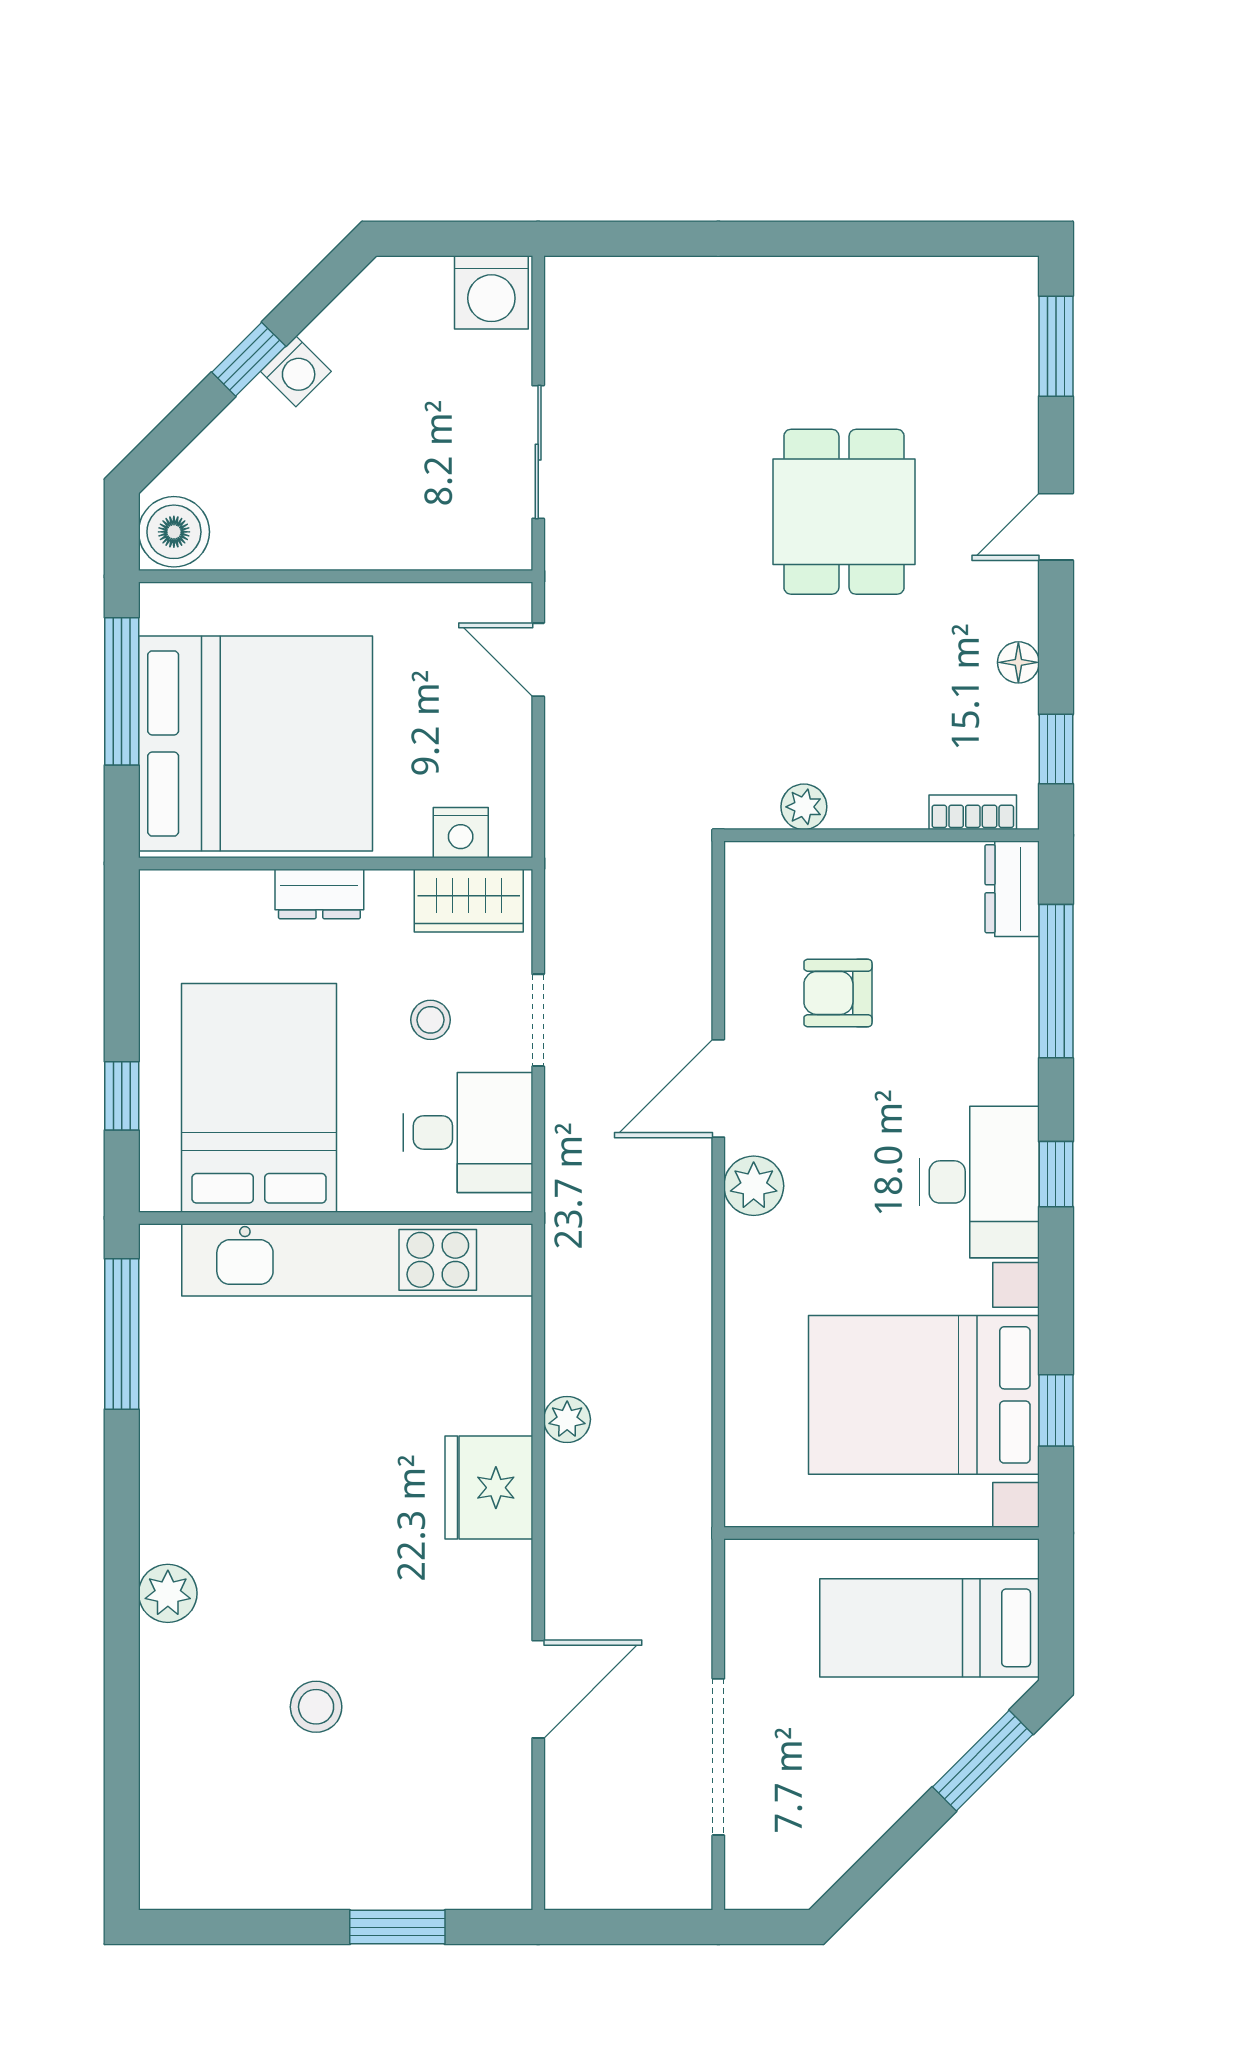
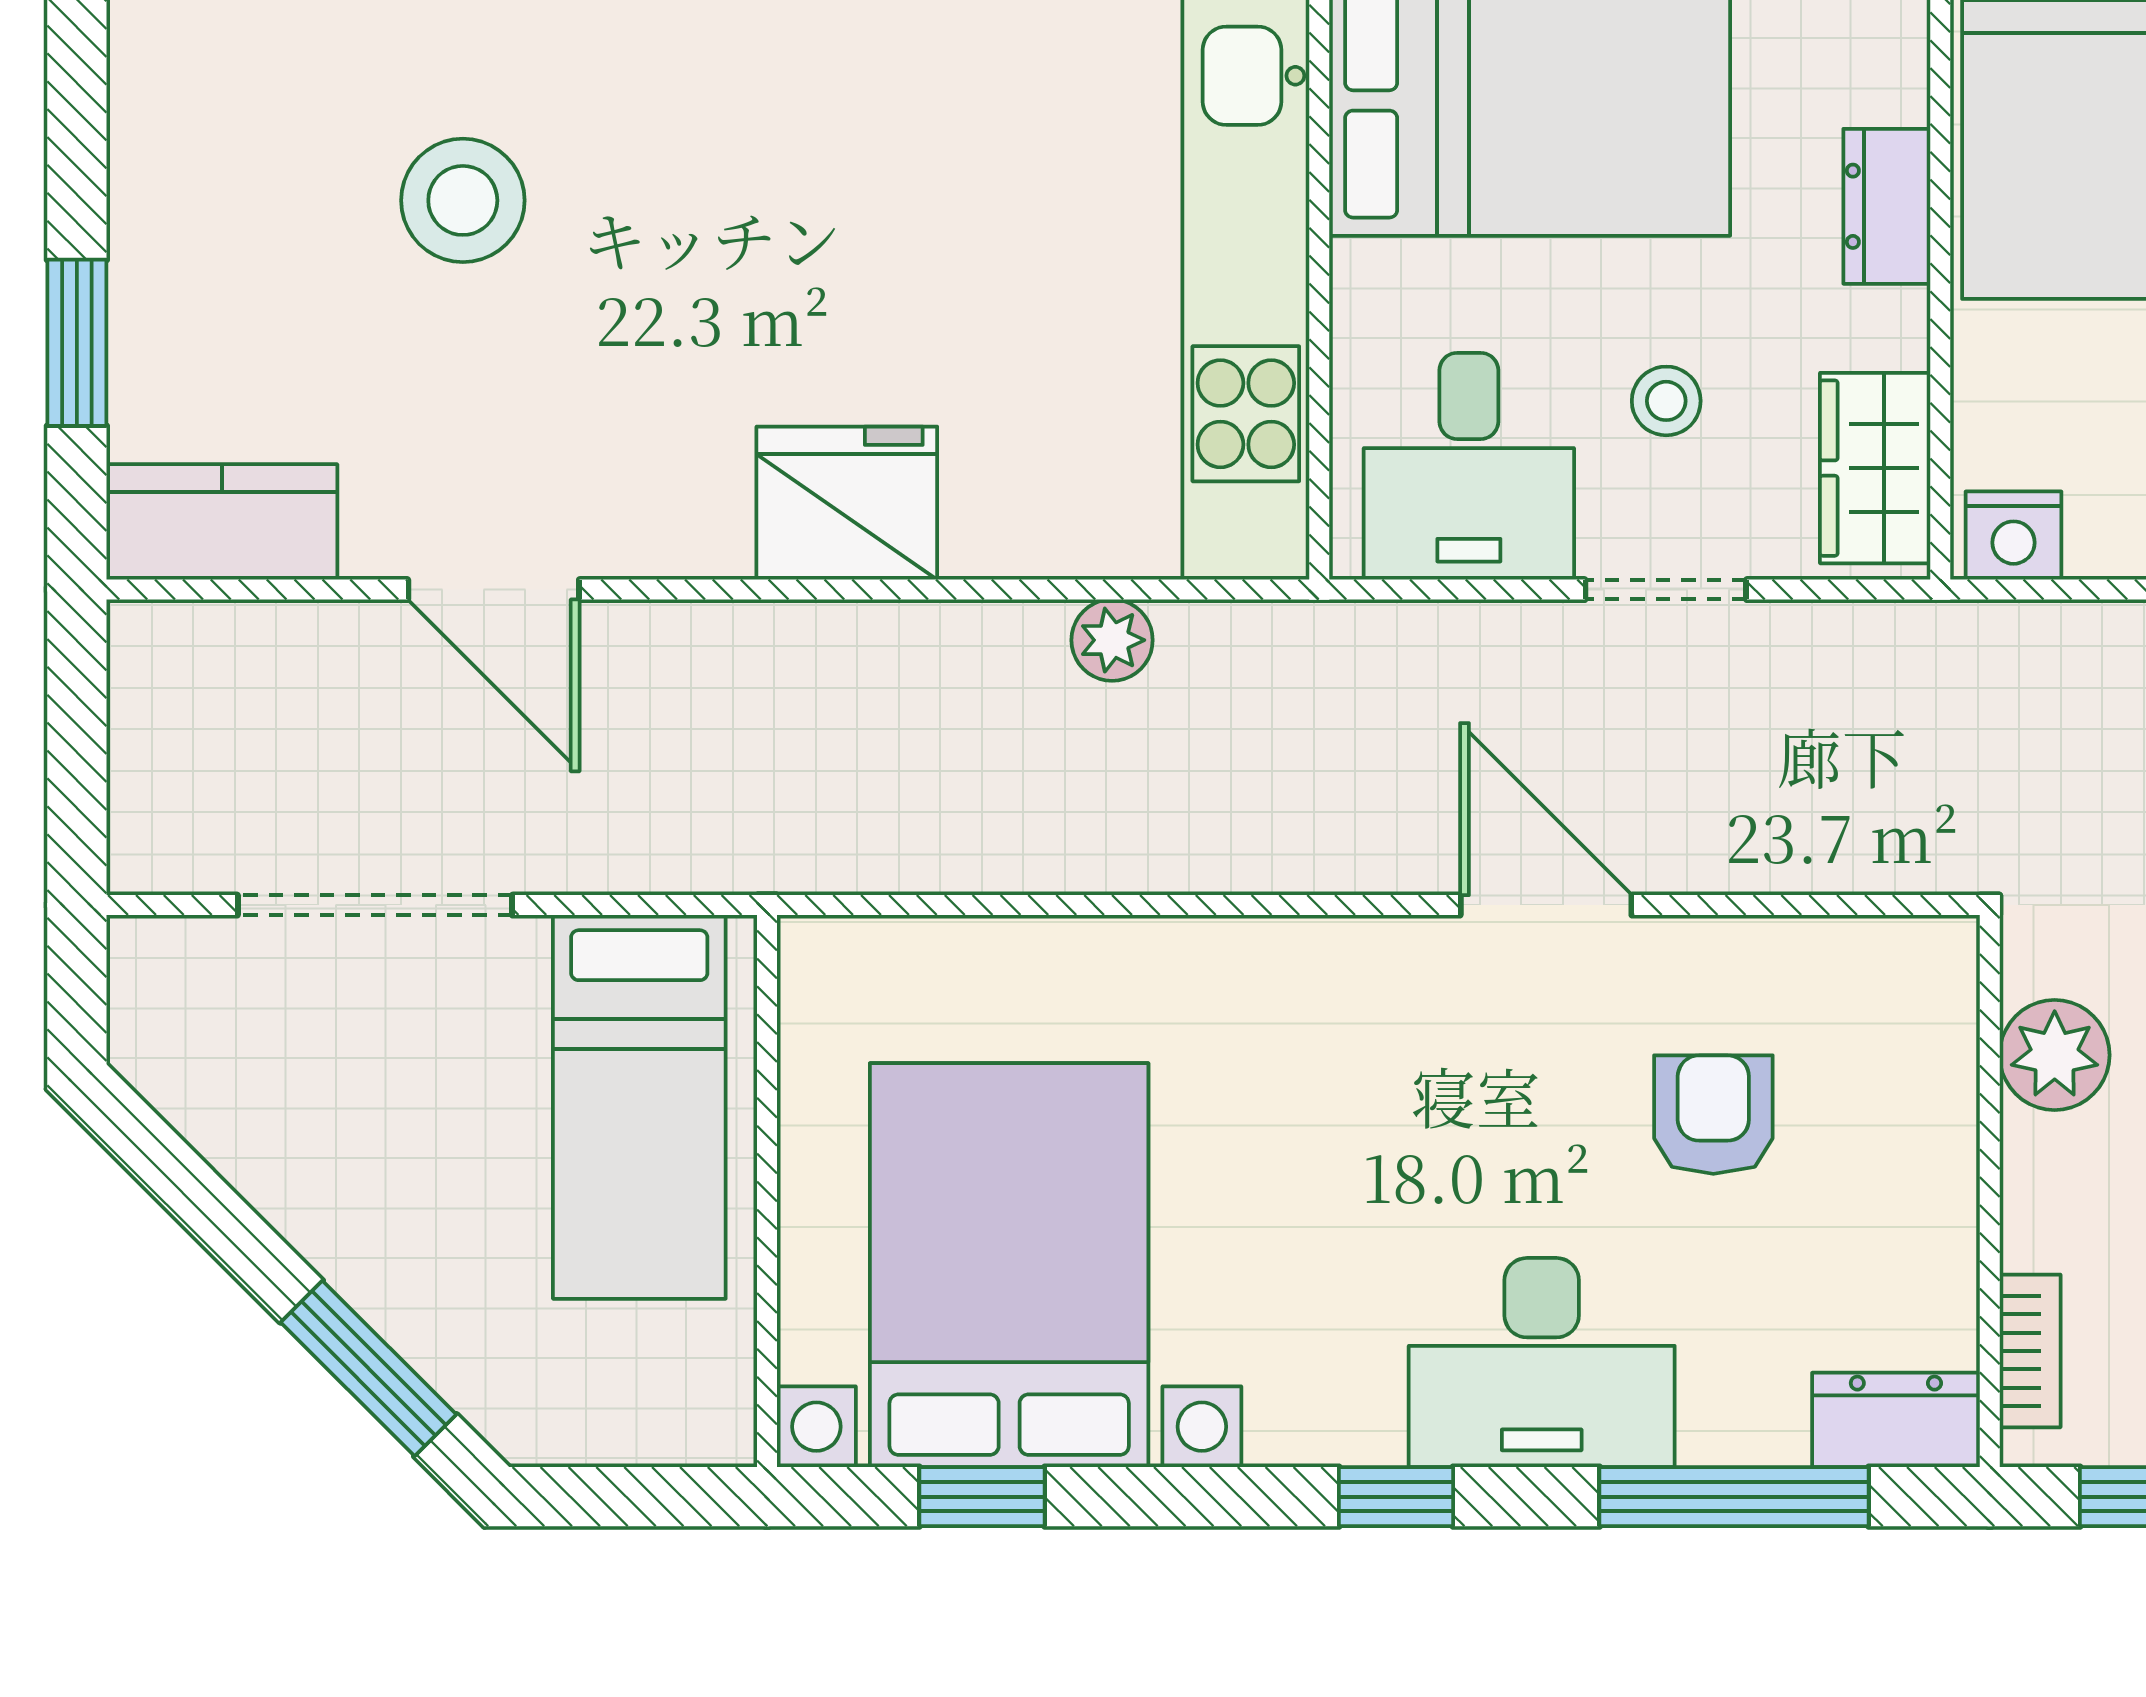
plant: (804, 807) -> (2055, 1055), width x1.38, depth x1.38
nightstand: (461, 833) -> (2013, 536), moved, turned -90
desk: (979, 1182) -> (1542, 1363), moved
plant: (754, 1186) -> (1376, 967), removed
plant: (567, 1419) -> (1112, 640), moved
bed: (929, 1628) -> (639, 1107), moved, turned 180
stool: (316, 1707) -> (463, 200), width x1.38, depth x1.38
kitchen counter: (500, 1844) -> (222, 522), added

